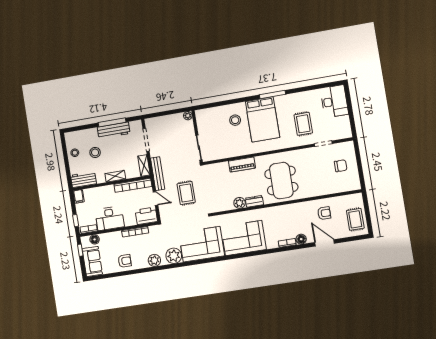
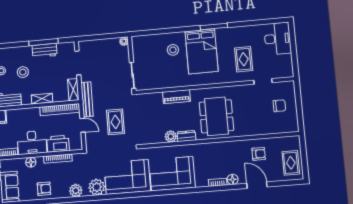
workbench: (114, 130) -> (45, 50), width x0.73
printer: (146, 216) -> (58, 144), moved
floor lamp: (95, 239) -> (31, 162), moved

